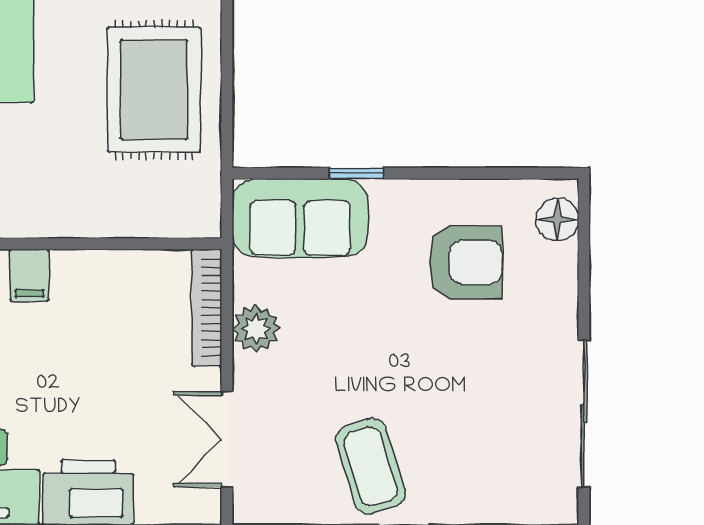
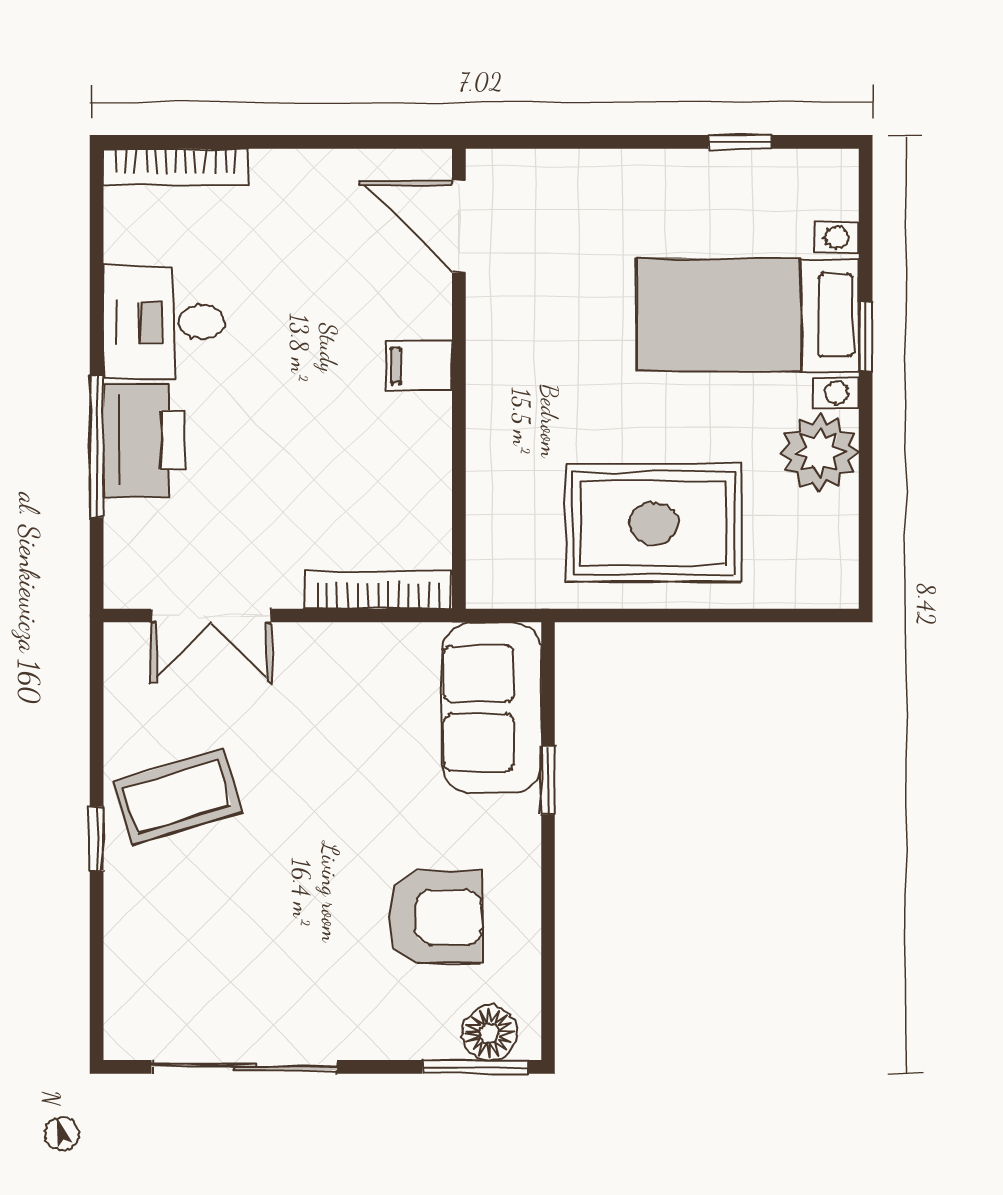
window: (584, 231) -> (475, 1067), added
armchair: (465, 262) -> (435, 917), turned -90
plant: (256, 328) -> (352, 652), removed
double door: (227, 440) -> (211, 616), swing flipped

